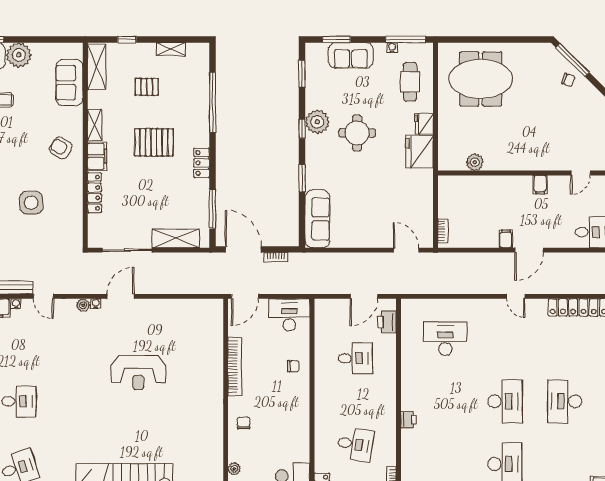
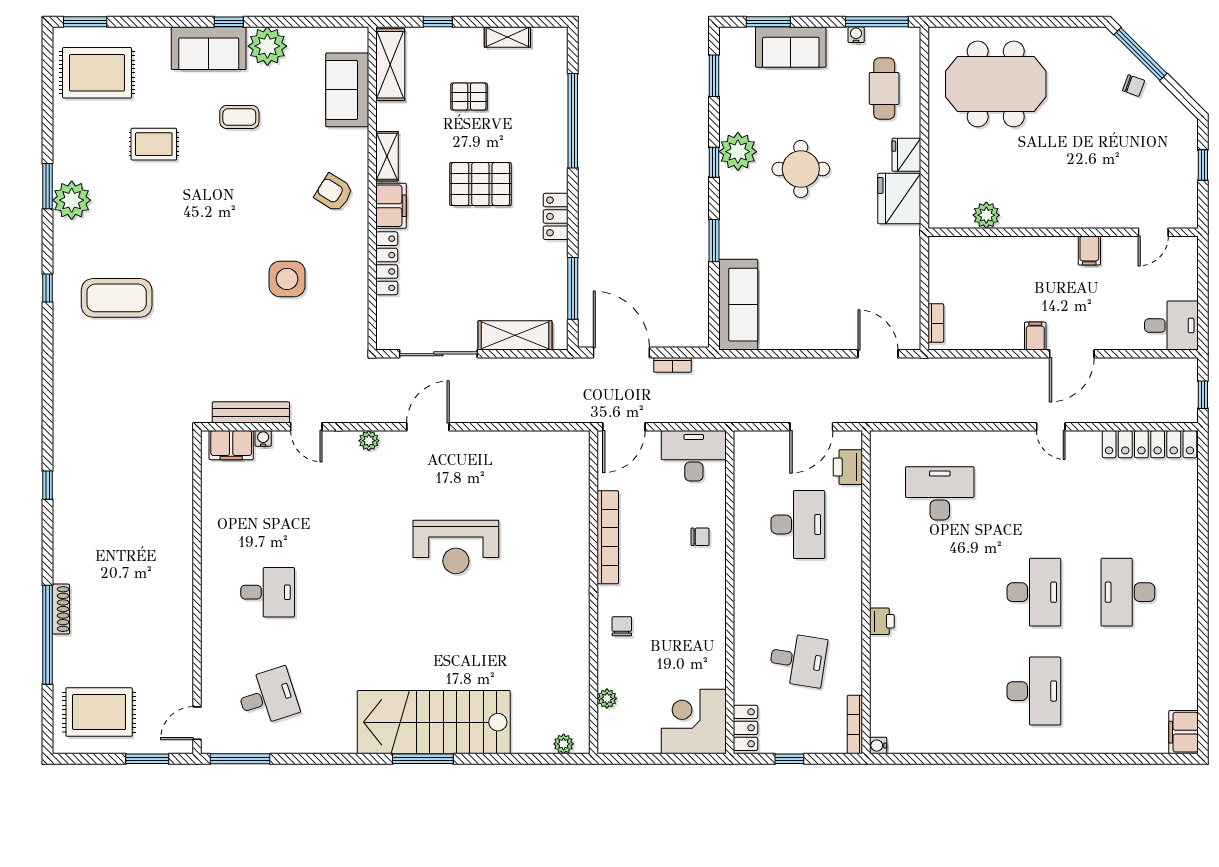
water cooler: (96, 304) -> (389, 438), removed
desk: (355, 358) -> (798, 524), width x1.37

